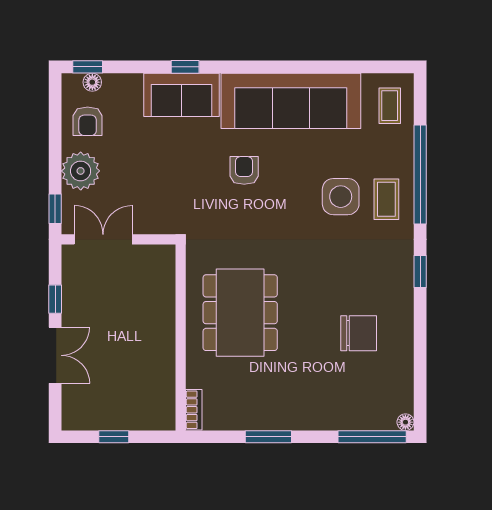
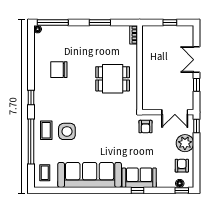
armchair: (244, 170) -> (145, 127), moved
dining table: (240, 313) -> (113, 79), width x0.73

